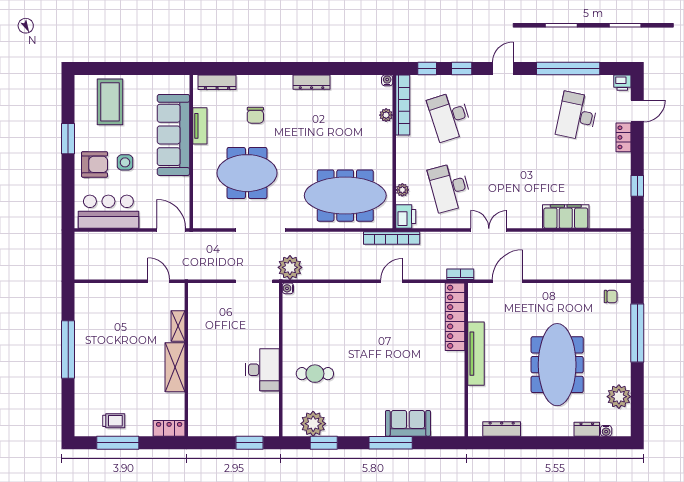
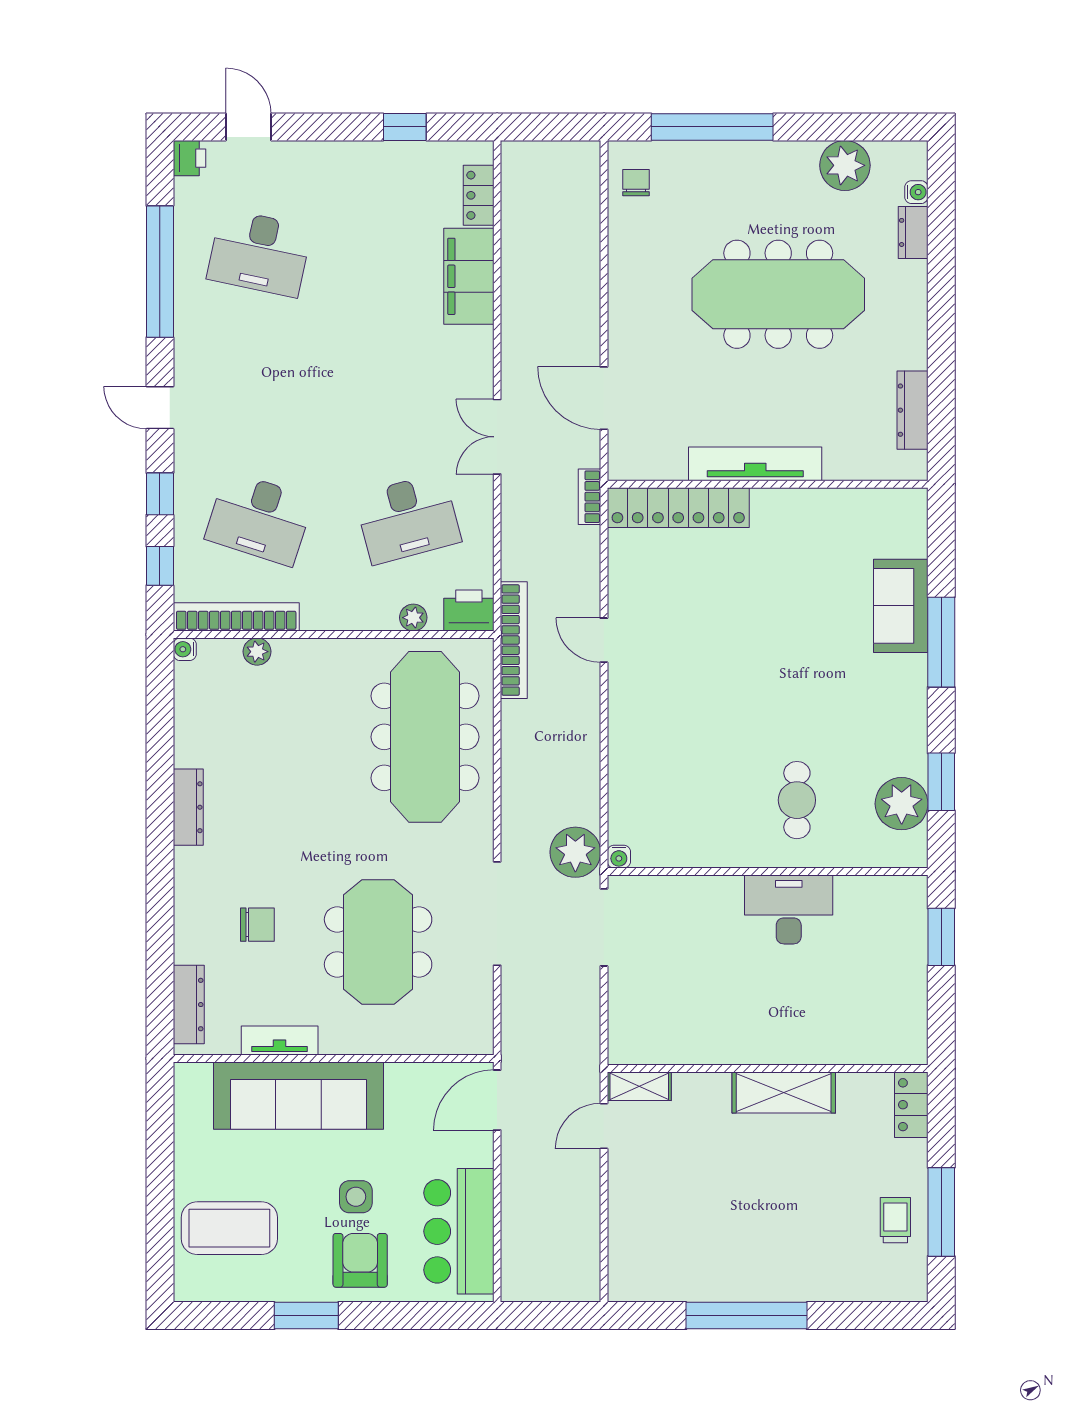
desk: (450, 116) -> (259, 519), turned 36
locker: (624, 137) -> (479, 195), moved, turned 90
shelving: (178, 326) -> (639, 1086), moved

